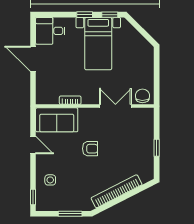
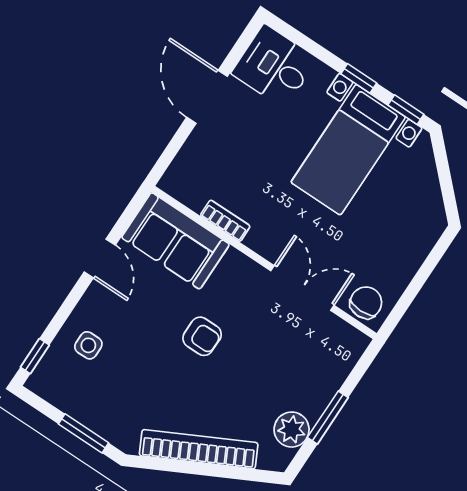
window: (157, 148) -> (328, 418), width x1.50
plant: (146, 161) -> (292, 430), added

